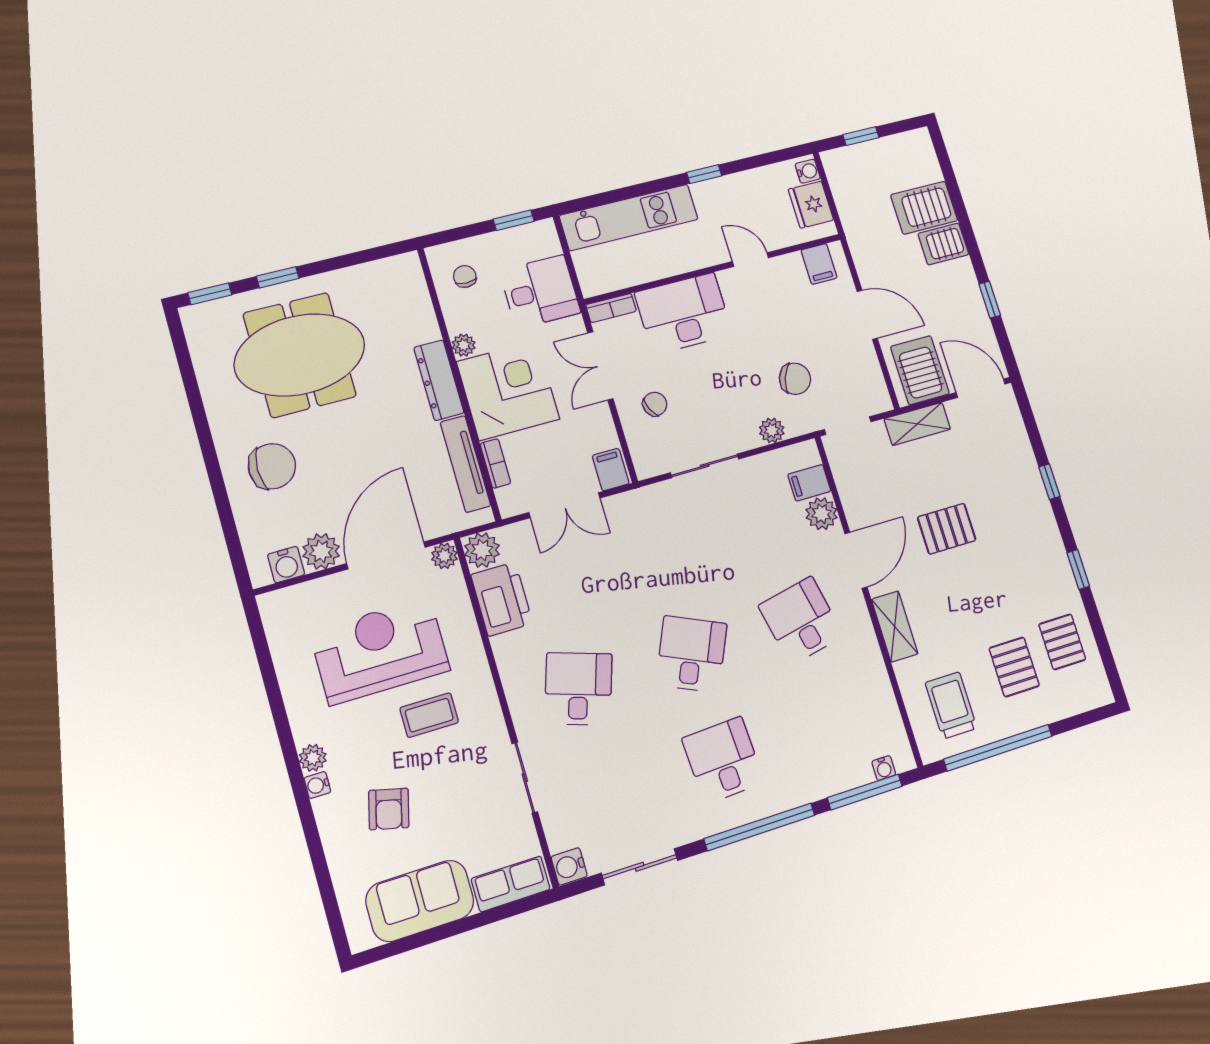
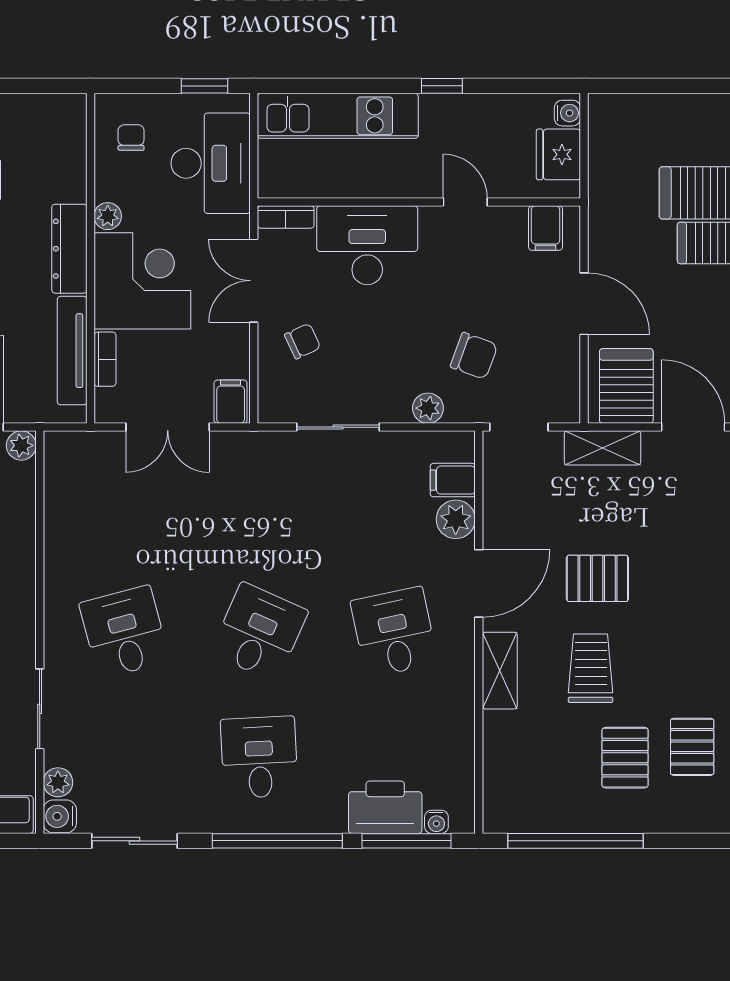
window: (861, 136) -> (646, 86), removed
desk: (540, 292) -> (211, 163), width x1.37
plant: (482, 550) -> (58, 782), moved, width x0.73, depth x0.73
printer: (502, 599) -> (385, 807), moved, turned -90
desk: (578, 689) -> (124, 632), turned -33
trolley: (951, 705) -> (591, 668), moved

